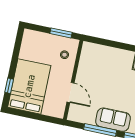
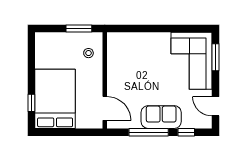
door: (70, 92) -> (105, 108), moved

